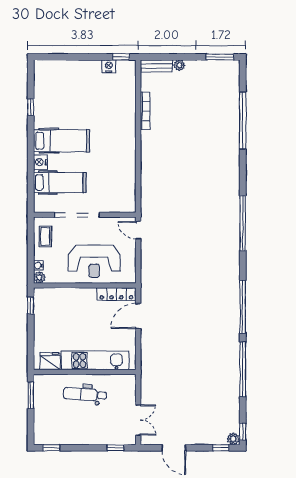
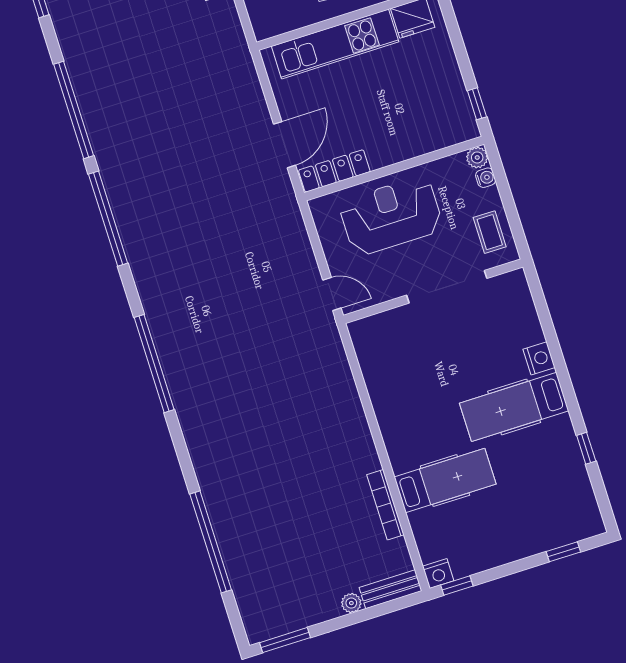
window: (60, 57) -> (563, 552), added
nightstand: (109, 66) -> (438, 574), moved
hospital bed: (60, 183) -> (445, 481), moved, turned 180

